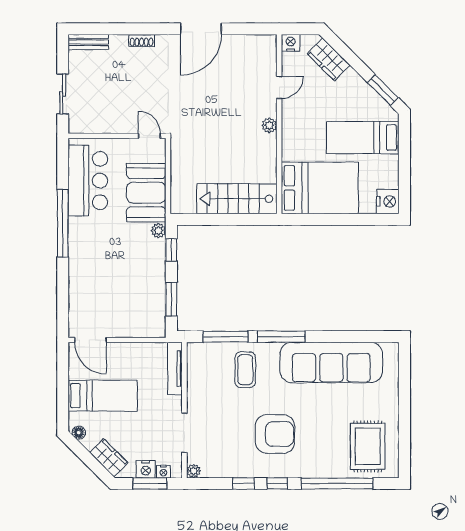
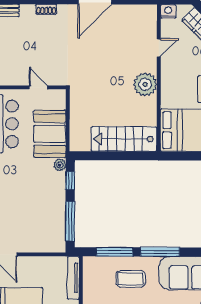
plant: (269, 125) -> (145, 84), width x1.87, depth x1.87
door: (149, 136) -> (38, 87), moved
window: (171, 299) -> (70, 221), width x1.44
coffee table: (245, 370) -> (131, 279), turned 90

